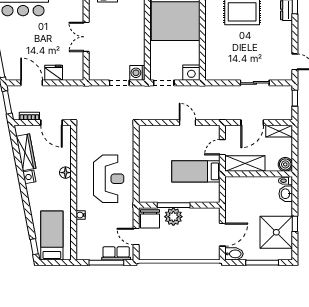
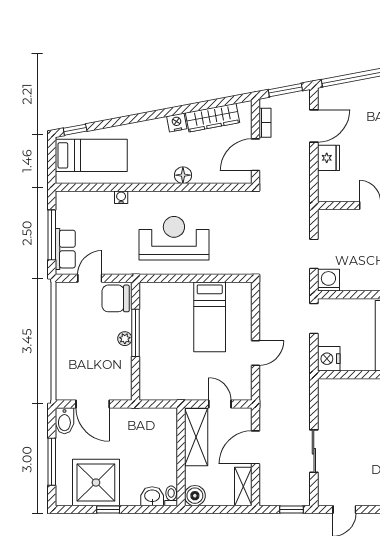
door: (252, 123) -> (256, 447), hinge flipped
bed: (196, 171) -> (210, 317), moved, turned 180
reception desk: (109, 179) -> (174, 238), turned 180
plant: (173, 217) -> (125, 339), width x0.53, depth x0.53

